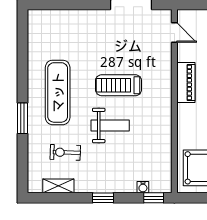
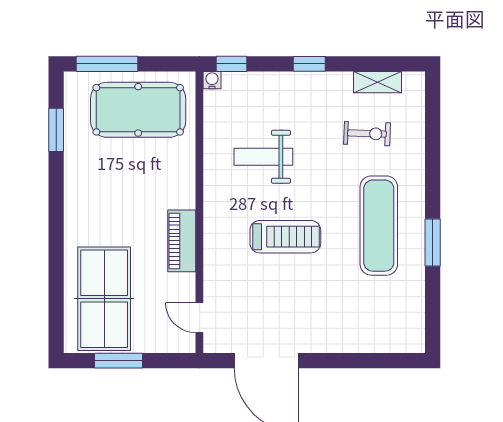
window: (23, 118) -> (433, 243), moved
weight bench: (110, 125) -> (263, 157), moved
water cooler: (143, 187) -> (212, 80), moved

